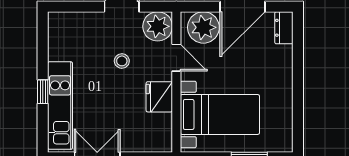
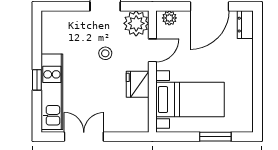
plant: (203, 27) -> (169, 18), width x0.53, depth x0.53
door: (176, 58) -> (152, 50), hinge flipped

